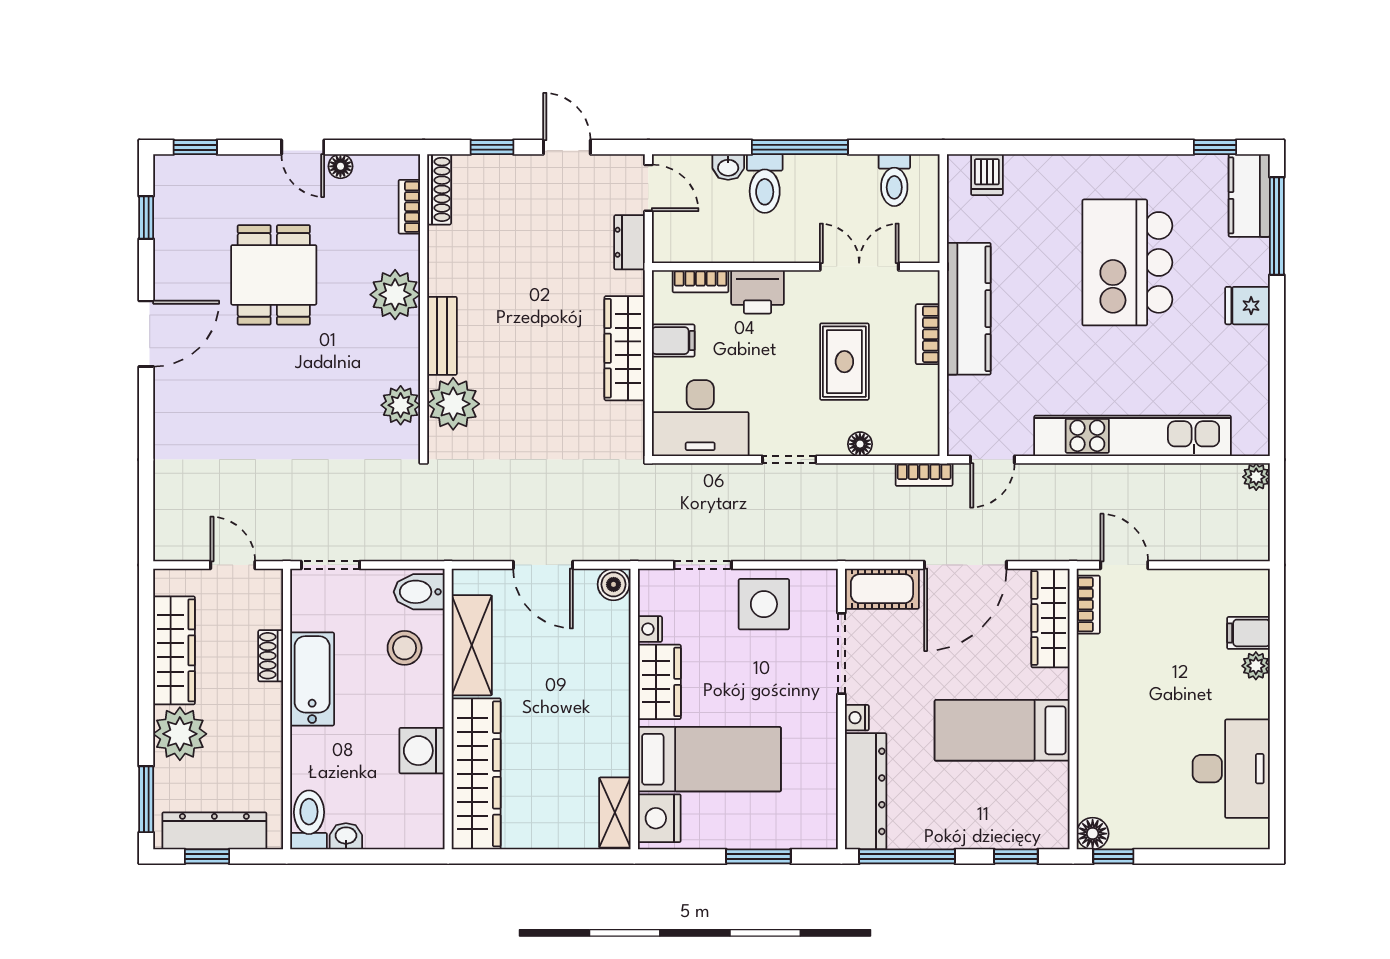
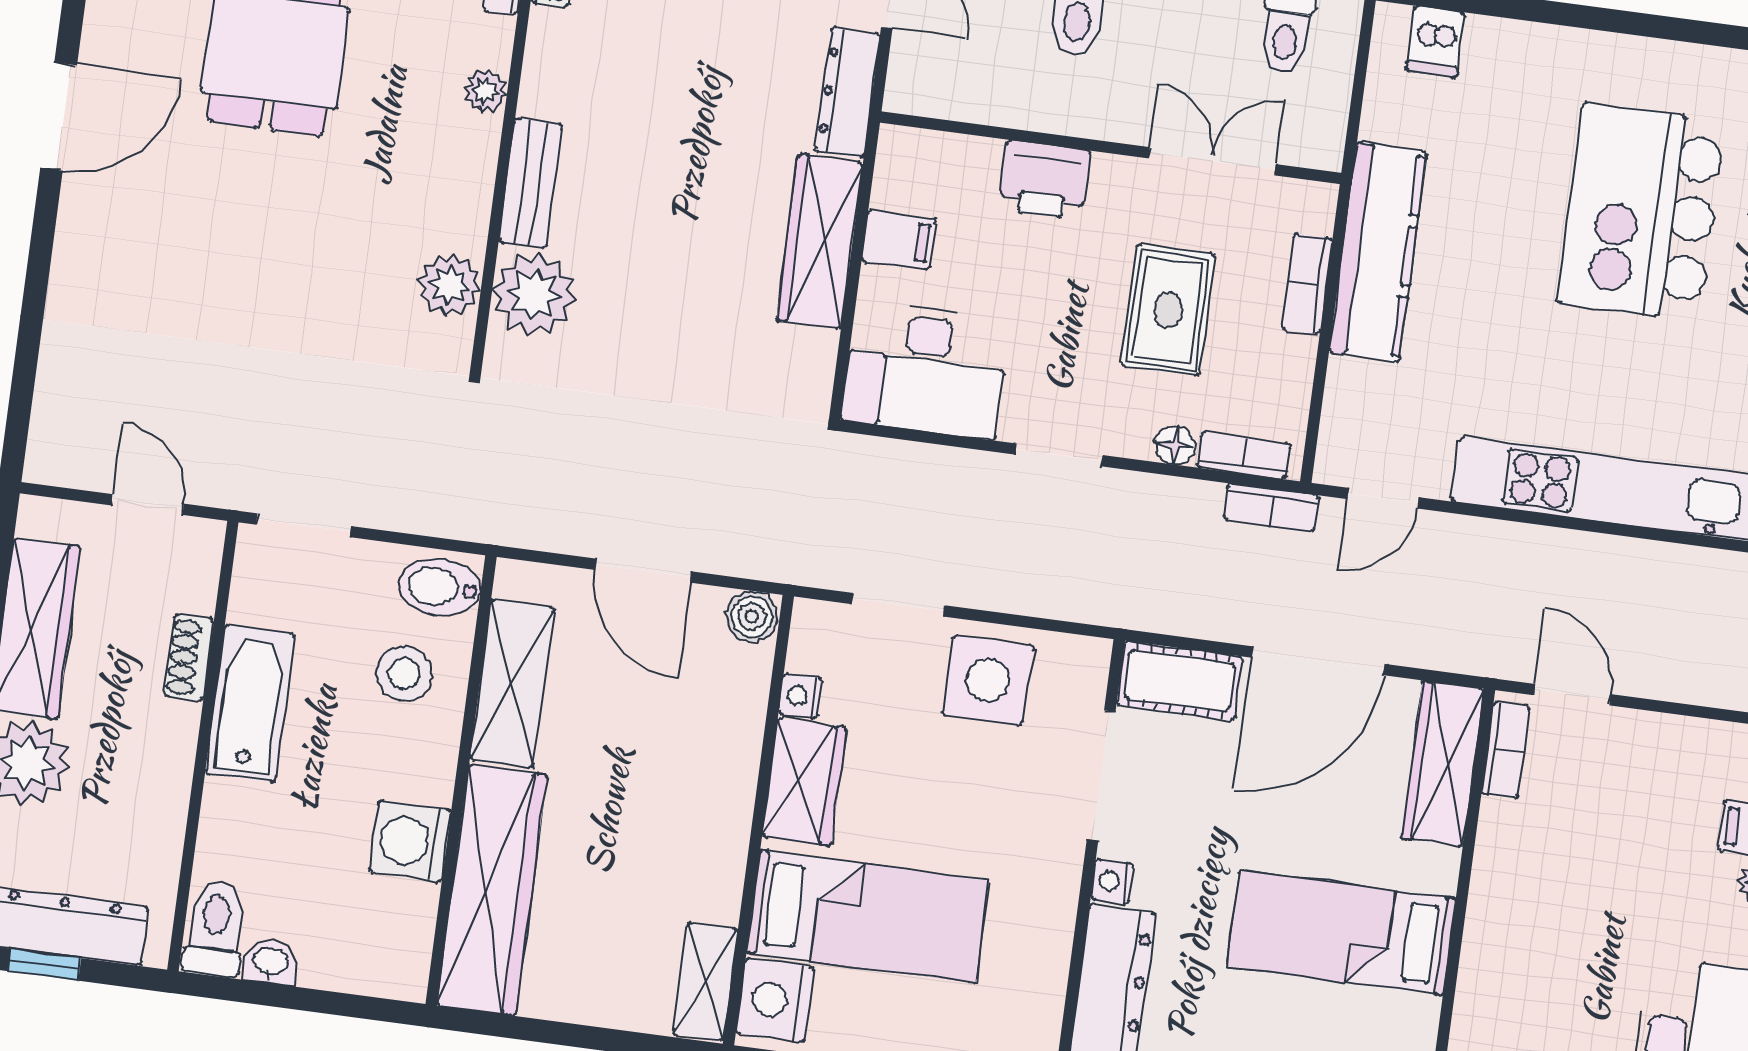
dresser: (629, 242) -> (848, 93), width x1.44
bookcase: (701, 281) -> (1244, 456), moved, turned 180
plant: (395, 295) -> (486, 91), width x0.53, depth x0.53

